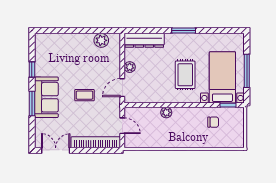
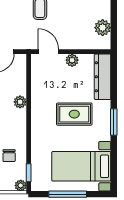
rug: (185, 75) -> (74, 114), moved
bed with nightstands: (222, 77) -> (81, 166), moved, turned 180
plant: (239, 112) -> (21, 185), added

